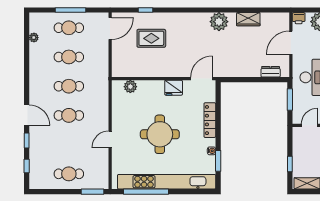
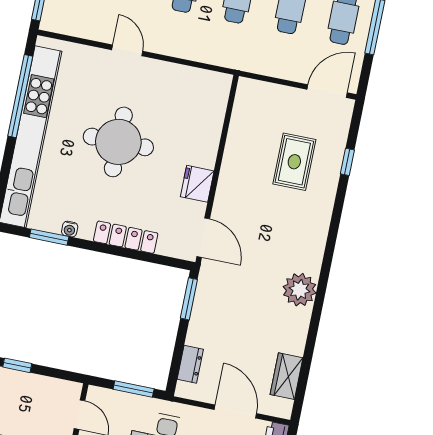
wardrobe: (248, 19) -> (286, 376), moved
door: (110, 29) -> (327, 91), swing flipped
window: (236, 80) -> (189, 299), added
plant: (130, 87) -> (215, 106), removed

